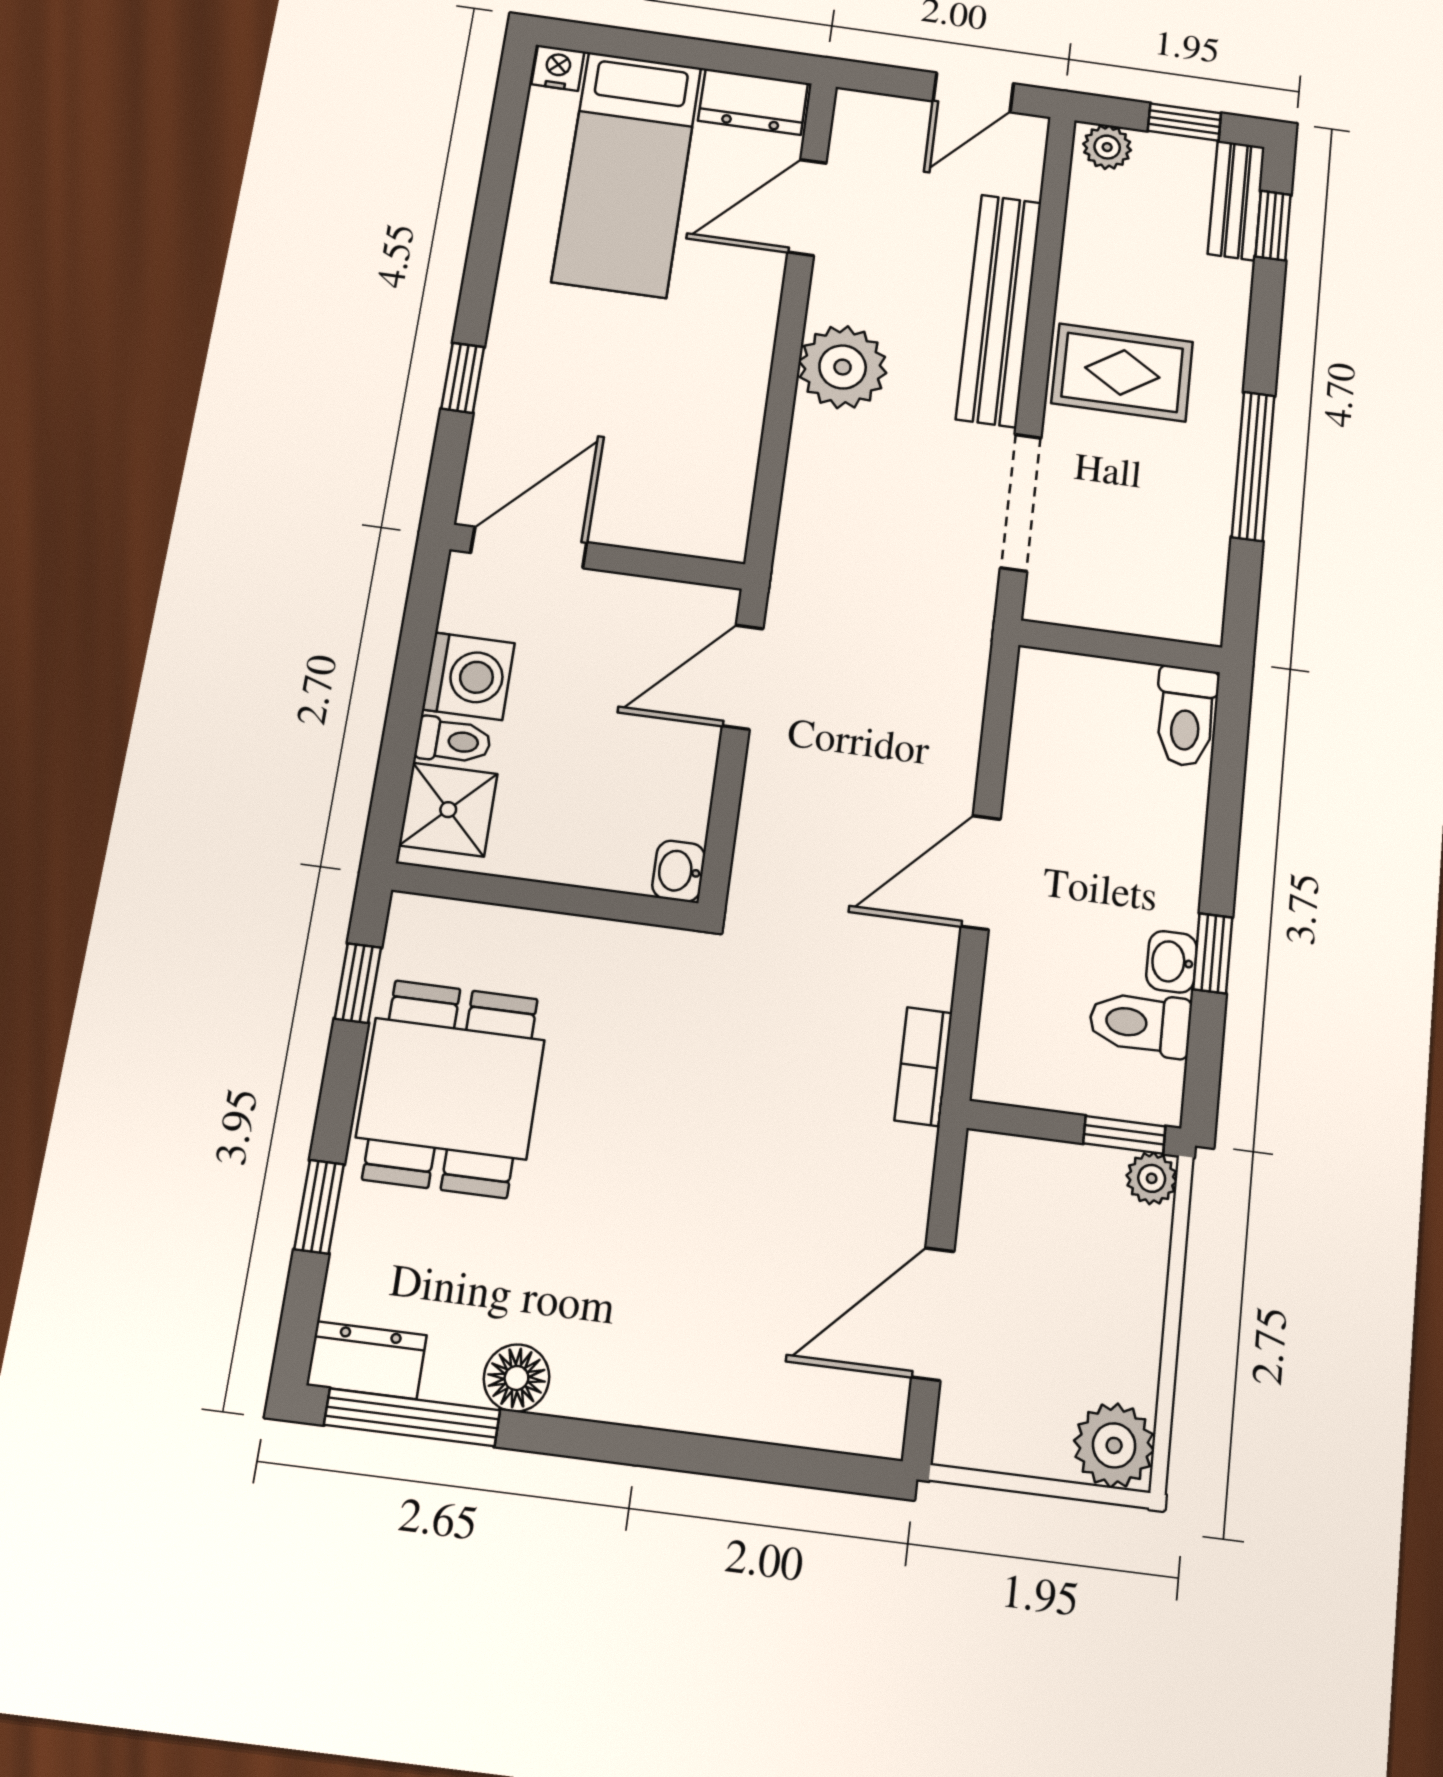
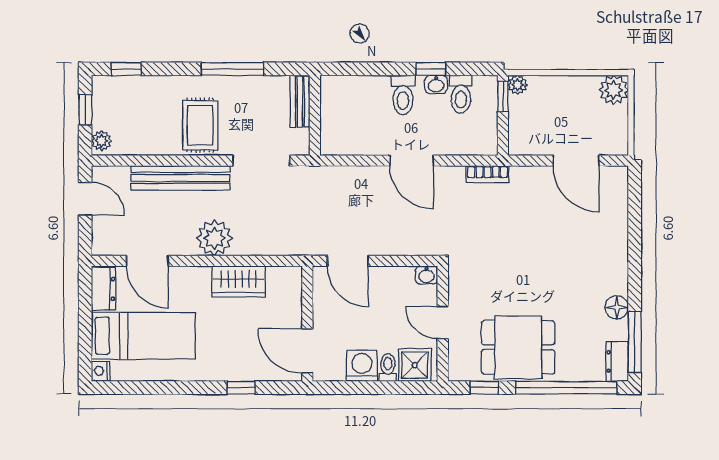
bench: (1236, 200) -> (300, 101), moved, turned 90
wardrobe: (728, 408) -> (239, 281), added
toilet: (1186, 716) -> (403, 95), moved, turned 90
door: (548, 897) -> (443, 323), added
window: (319, 1207) -> (566, 388), width x3.17

